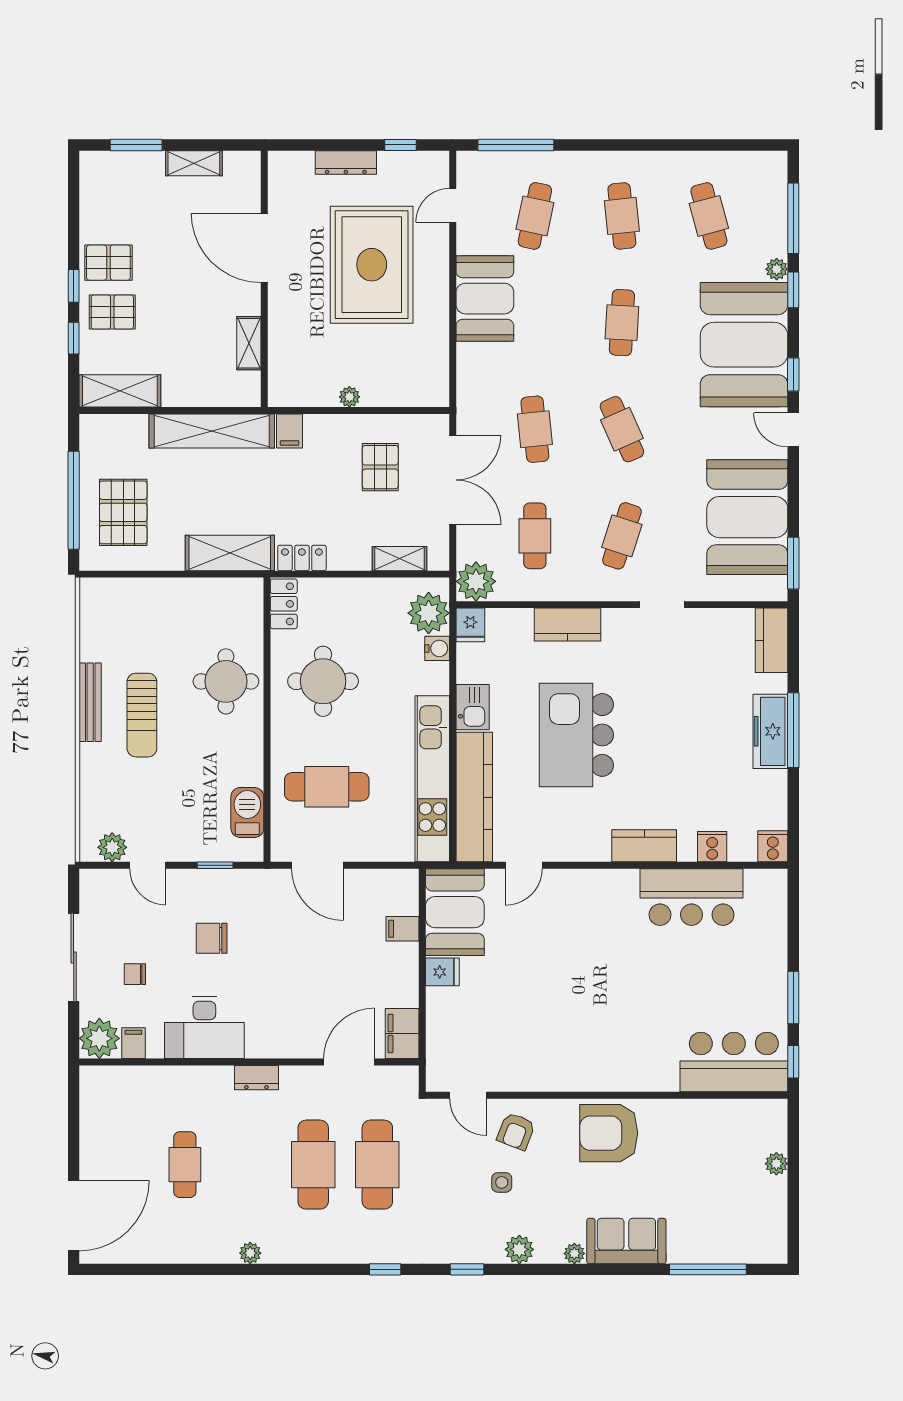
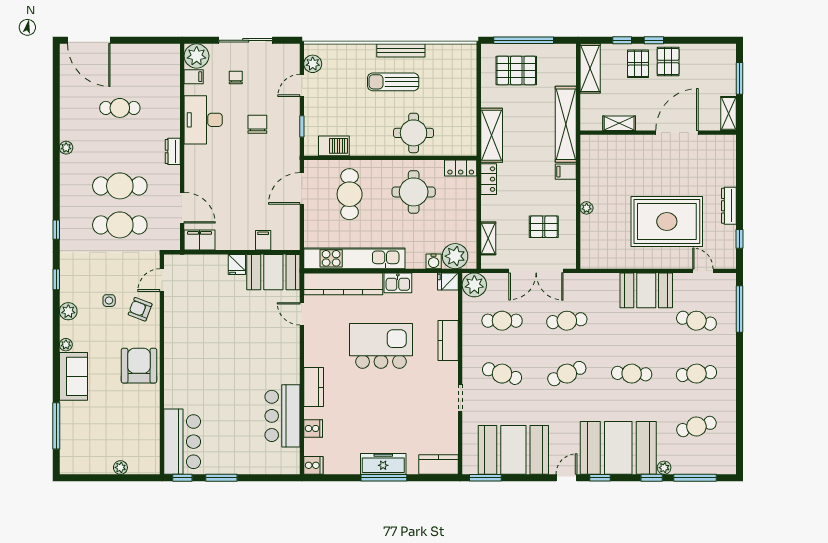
door: (264, 248) -> (677, 133), moved
wall: (264, 279) -> (658, 133), moved
shelving: (249, 343) -> (619, 123), moved

